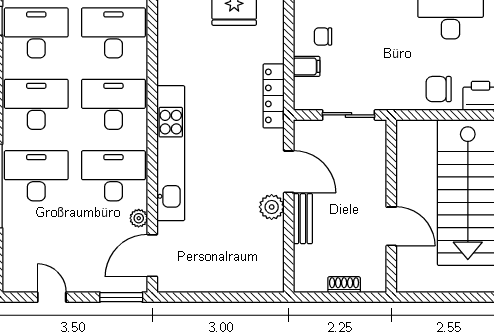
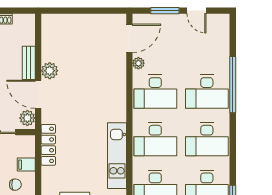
plant: (305, 136) -> (27, 118), added
kitchen unit: (171, 153) -> (117, 156), moved, width x0.73
window: (121, 297) -> (165, 11), moved

